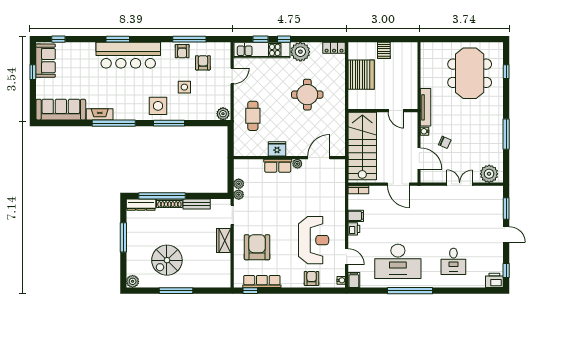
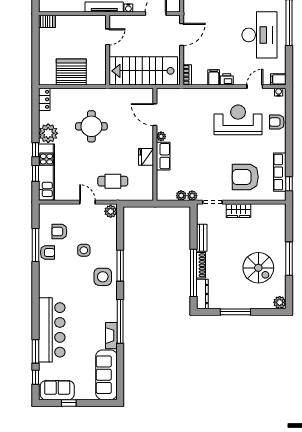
window: (118, 39) -> (35, 351), moved
server rack: (384, 50) -> (47, 21), moved
bar counter: (128, 55) -> (52, 330), moved
door: (232, 76) -> (88, 202), moved

